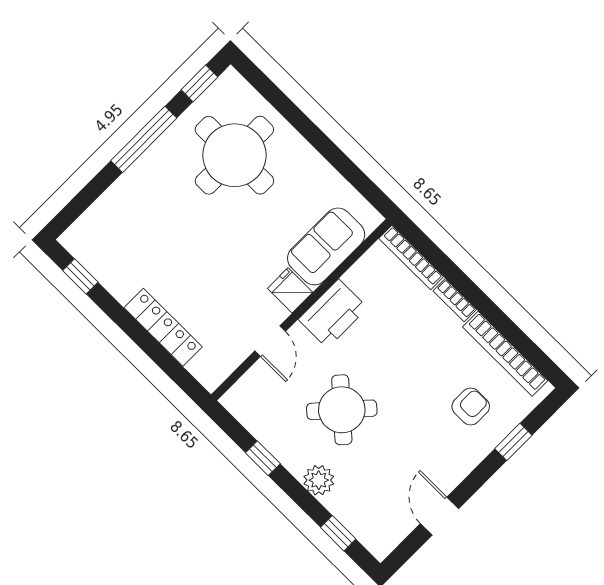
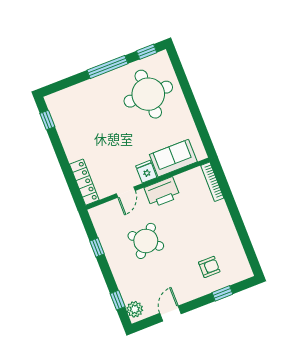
bookcase: (455, 300) -> (224, 212), removed
locker: (163, 327) -> (84, 182), moved
bookcase: (505, 354) -> (237, 249), removed
plant: (319, 480) -> (135, 309), moved

